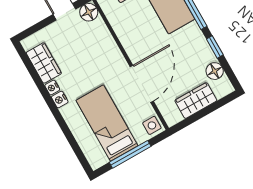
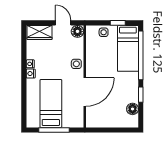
wardrobe: (44, 63) -> (40, 32), moved, turned 90
wardrobe: (196, 101) -> (111, 120), removed
side table: (152, 125) -> (76, 64), moved

